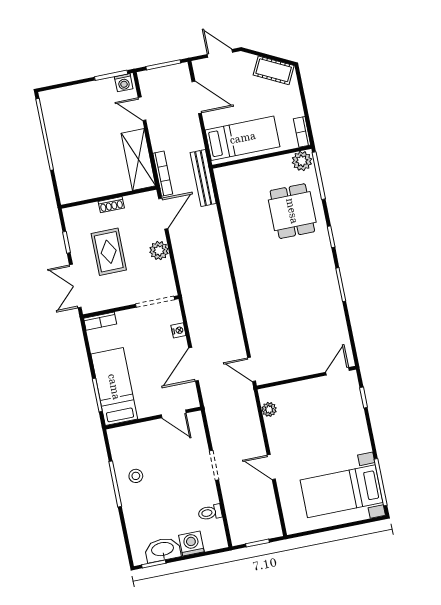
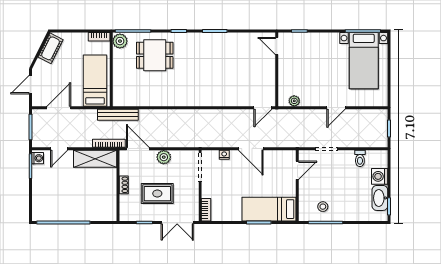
bed: (114, 387) -> (269, 209), moved
door: (174, 414) -> (297, 170), moved
wall: (153, 418) -> (297, 186), moved

